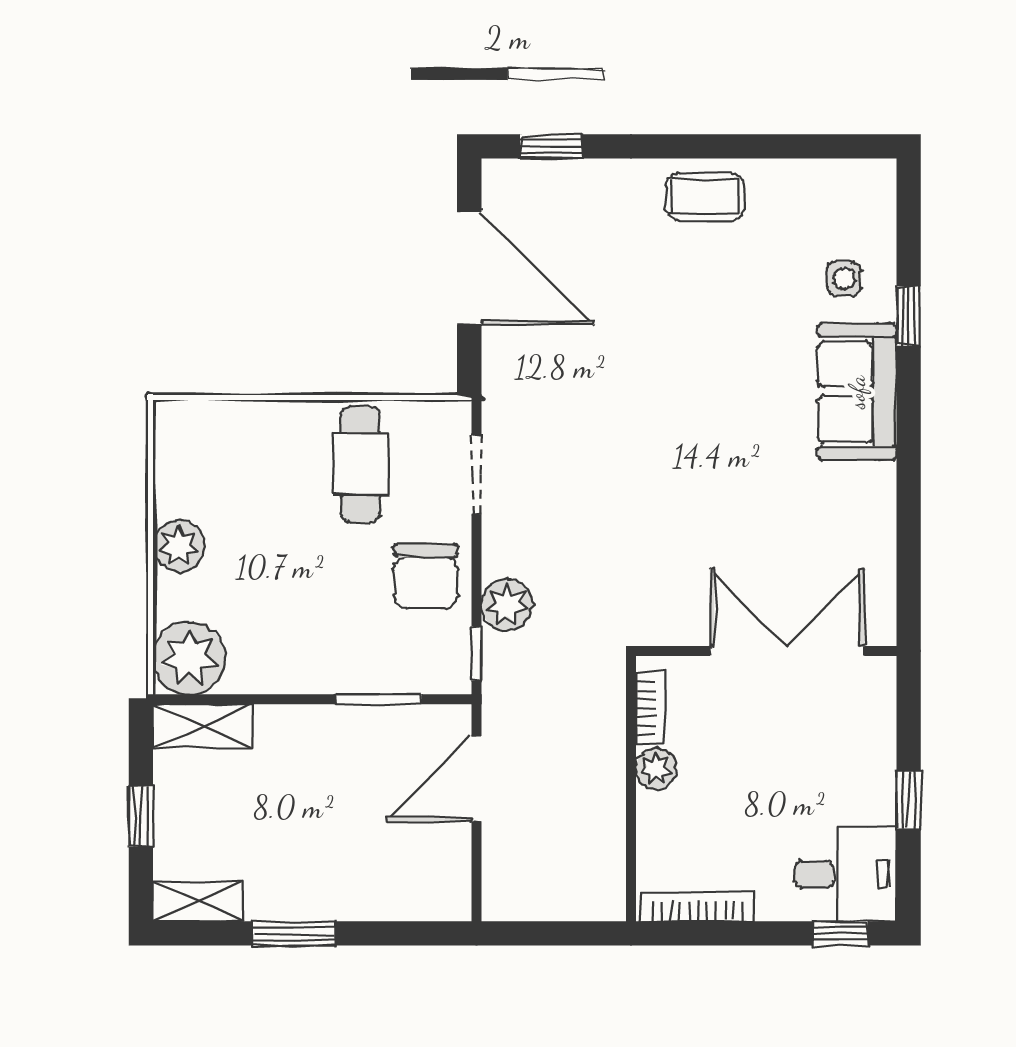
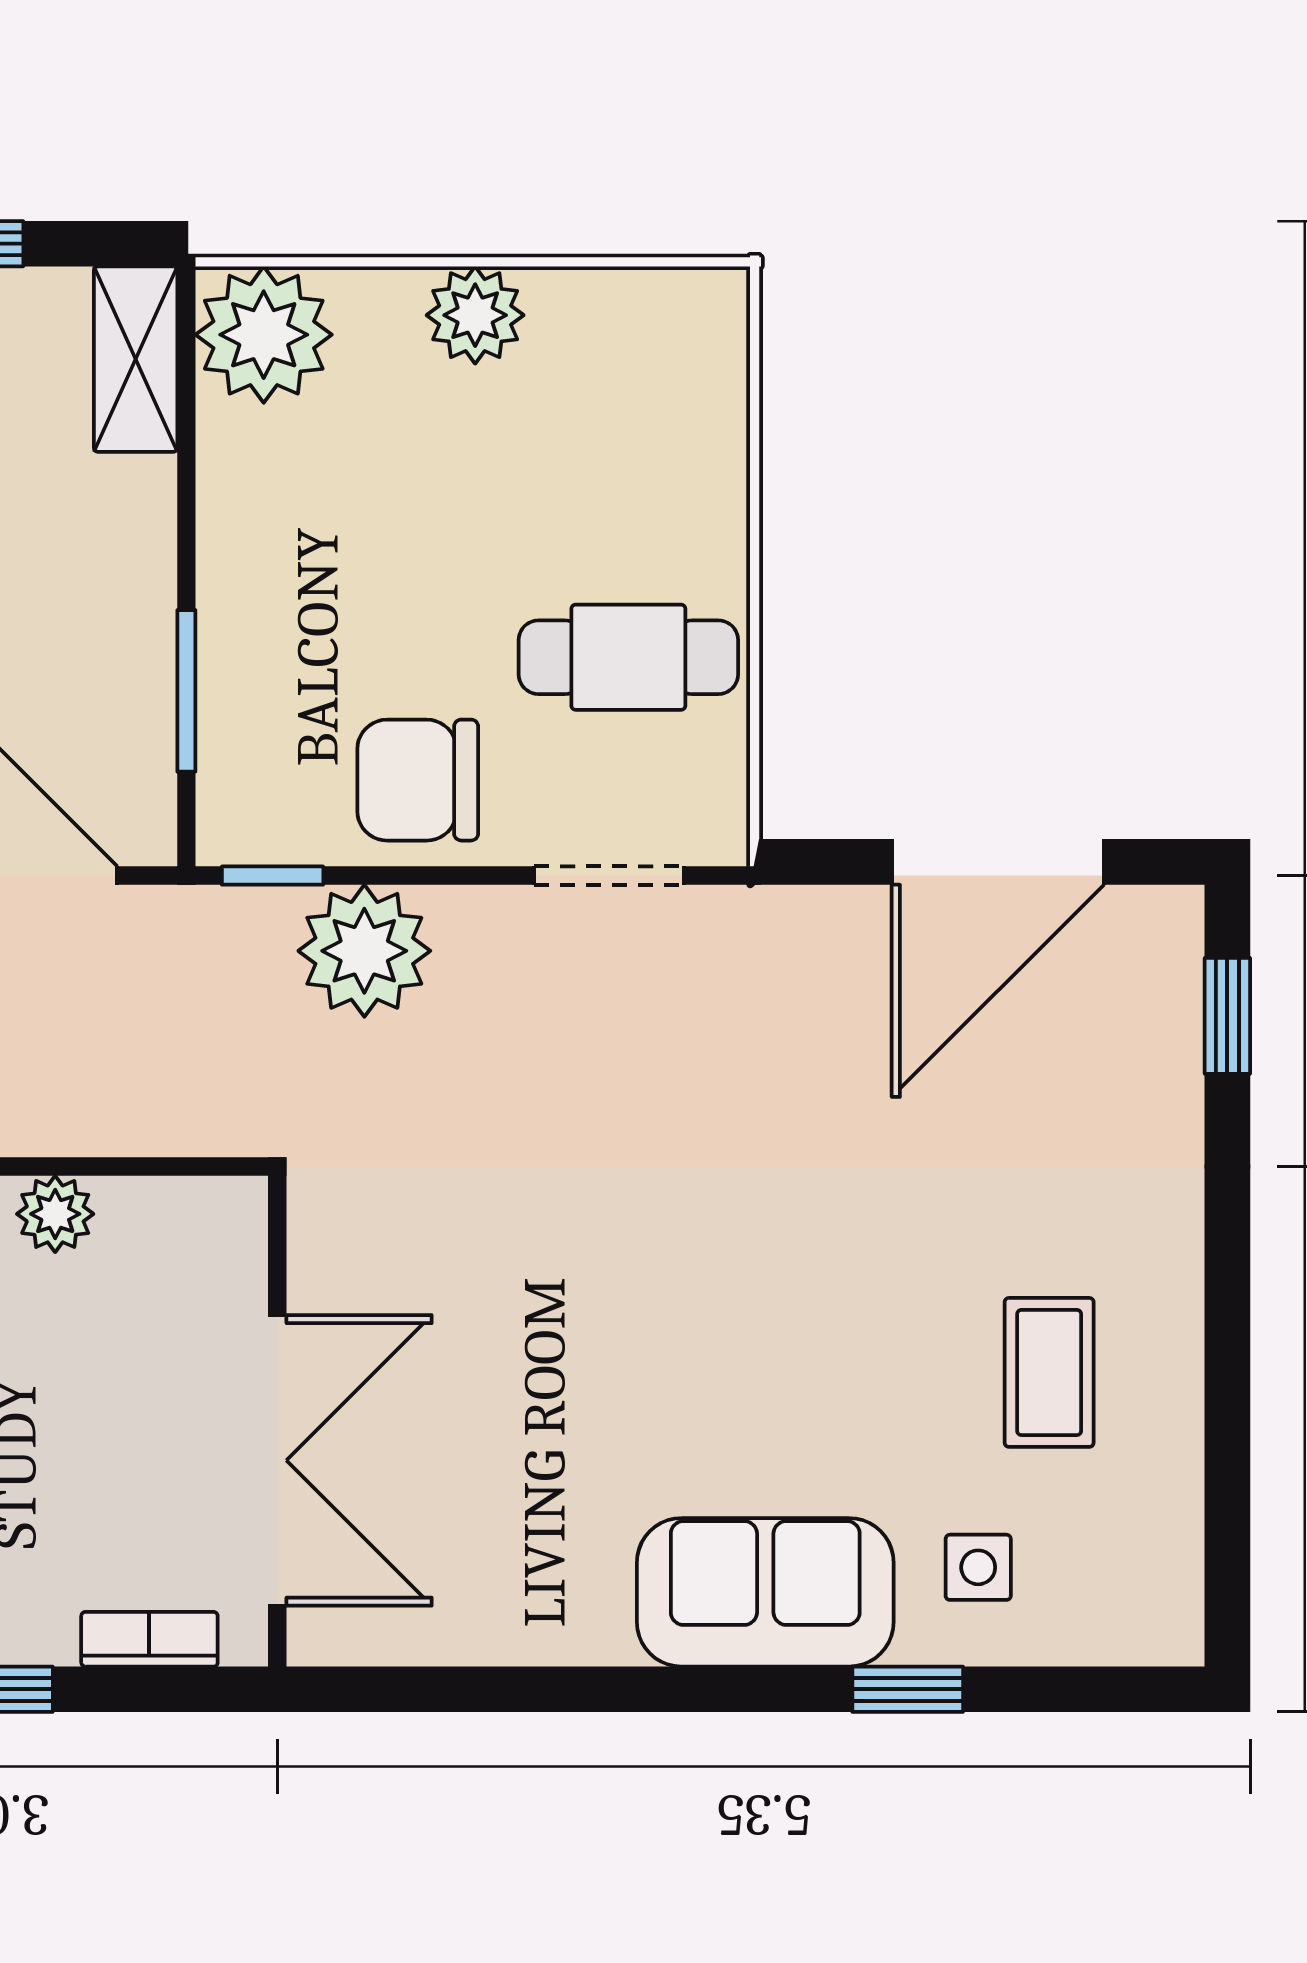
coffee table: (705, 197) -> (1049, 1372), moved
plant: (507, 605) -> (364, 951), width x1.36, depth x1.36
bookcase: (650, 708) -> (149, 1639), moved, turned 180

